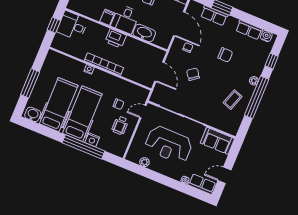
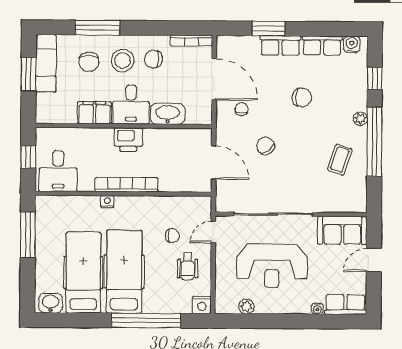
row of seats: (214, 16) -> (280, 46), moved
filing cabinet: (107, 17) -> (94, 113), width x2.00
desk: (72, 26) -> (58, 171), moved, turned -90
window: (30, 83) -> (28, 235), moved
nightstand: (92, 140) -> (202, 305), moved
door: (224, 175) -> (374, 260), moved

